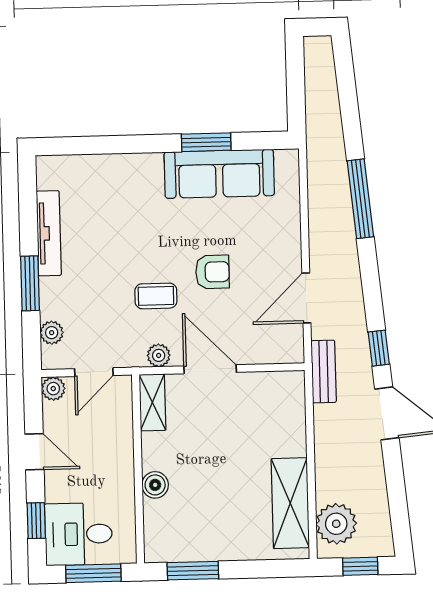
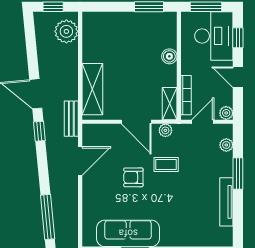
bookcase: (124, 418) -> (186, 95), added
shelving: (290, 503) -> (92, 89), moved
desk: (79, 534) -> (214, 36), width x1.37

